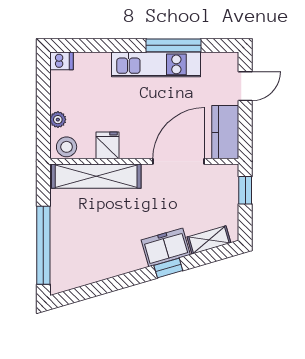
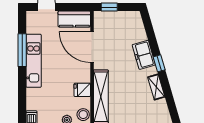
shelving: (209, 240) -> (156, 87), moved
window: (168, 268) -> (159, 63), moved

